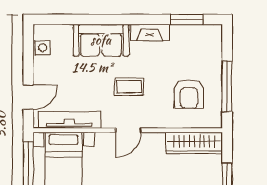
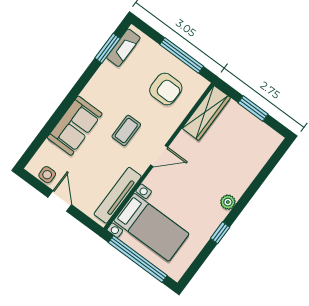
fireplace: (150, 32) -> (123, 48), moved
door: (28, 97) -> (60, 201), moved
door: (128, 130) -> (159, 156), hinge flipped

